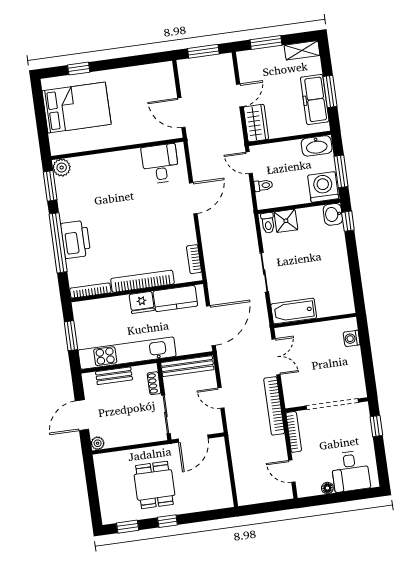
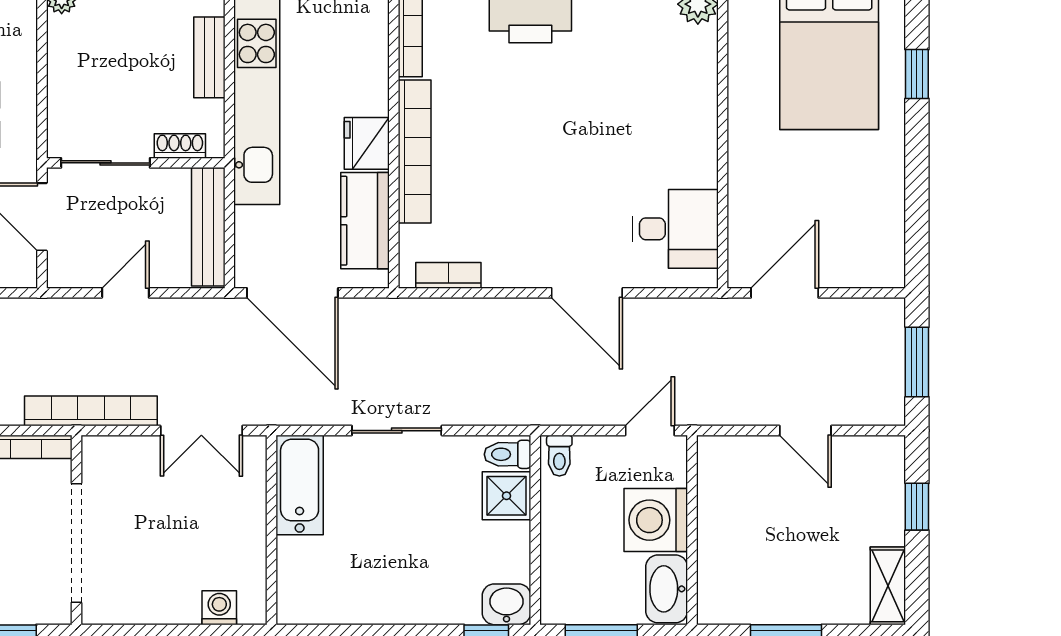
window: (266, 43) -> (917, 507), width x0.67
freezer: (315, 99) -> (773, 599), removed
wardrobe: (256, 123) -> (737, 459), removed
toilet: (263, 185) -> (559, 456), moved
washing machine: (323, 187) -> (656, 520), moved, turned 180

